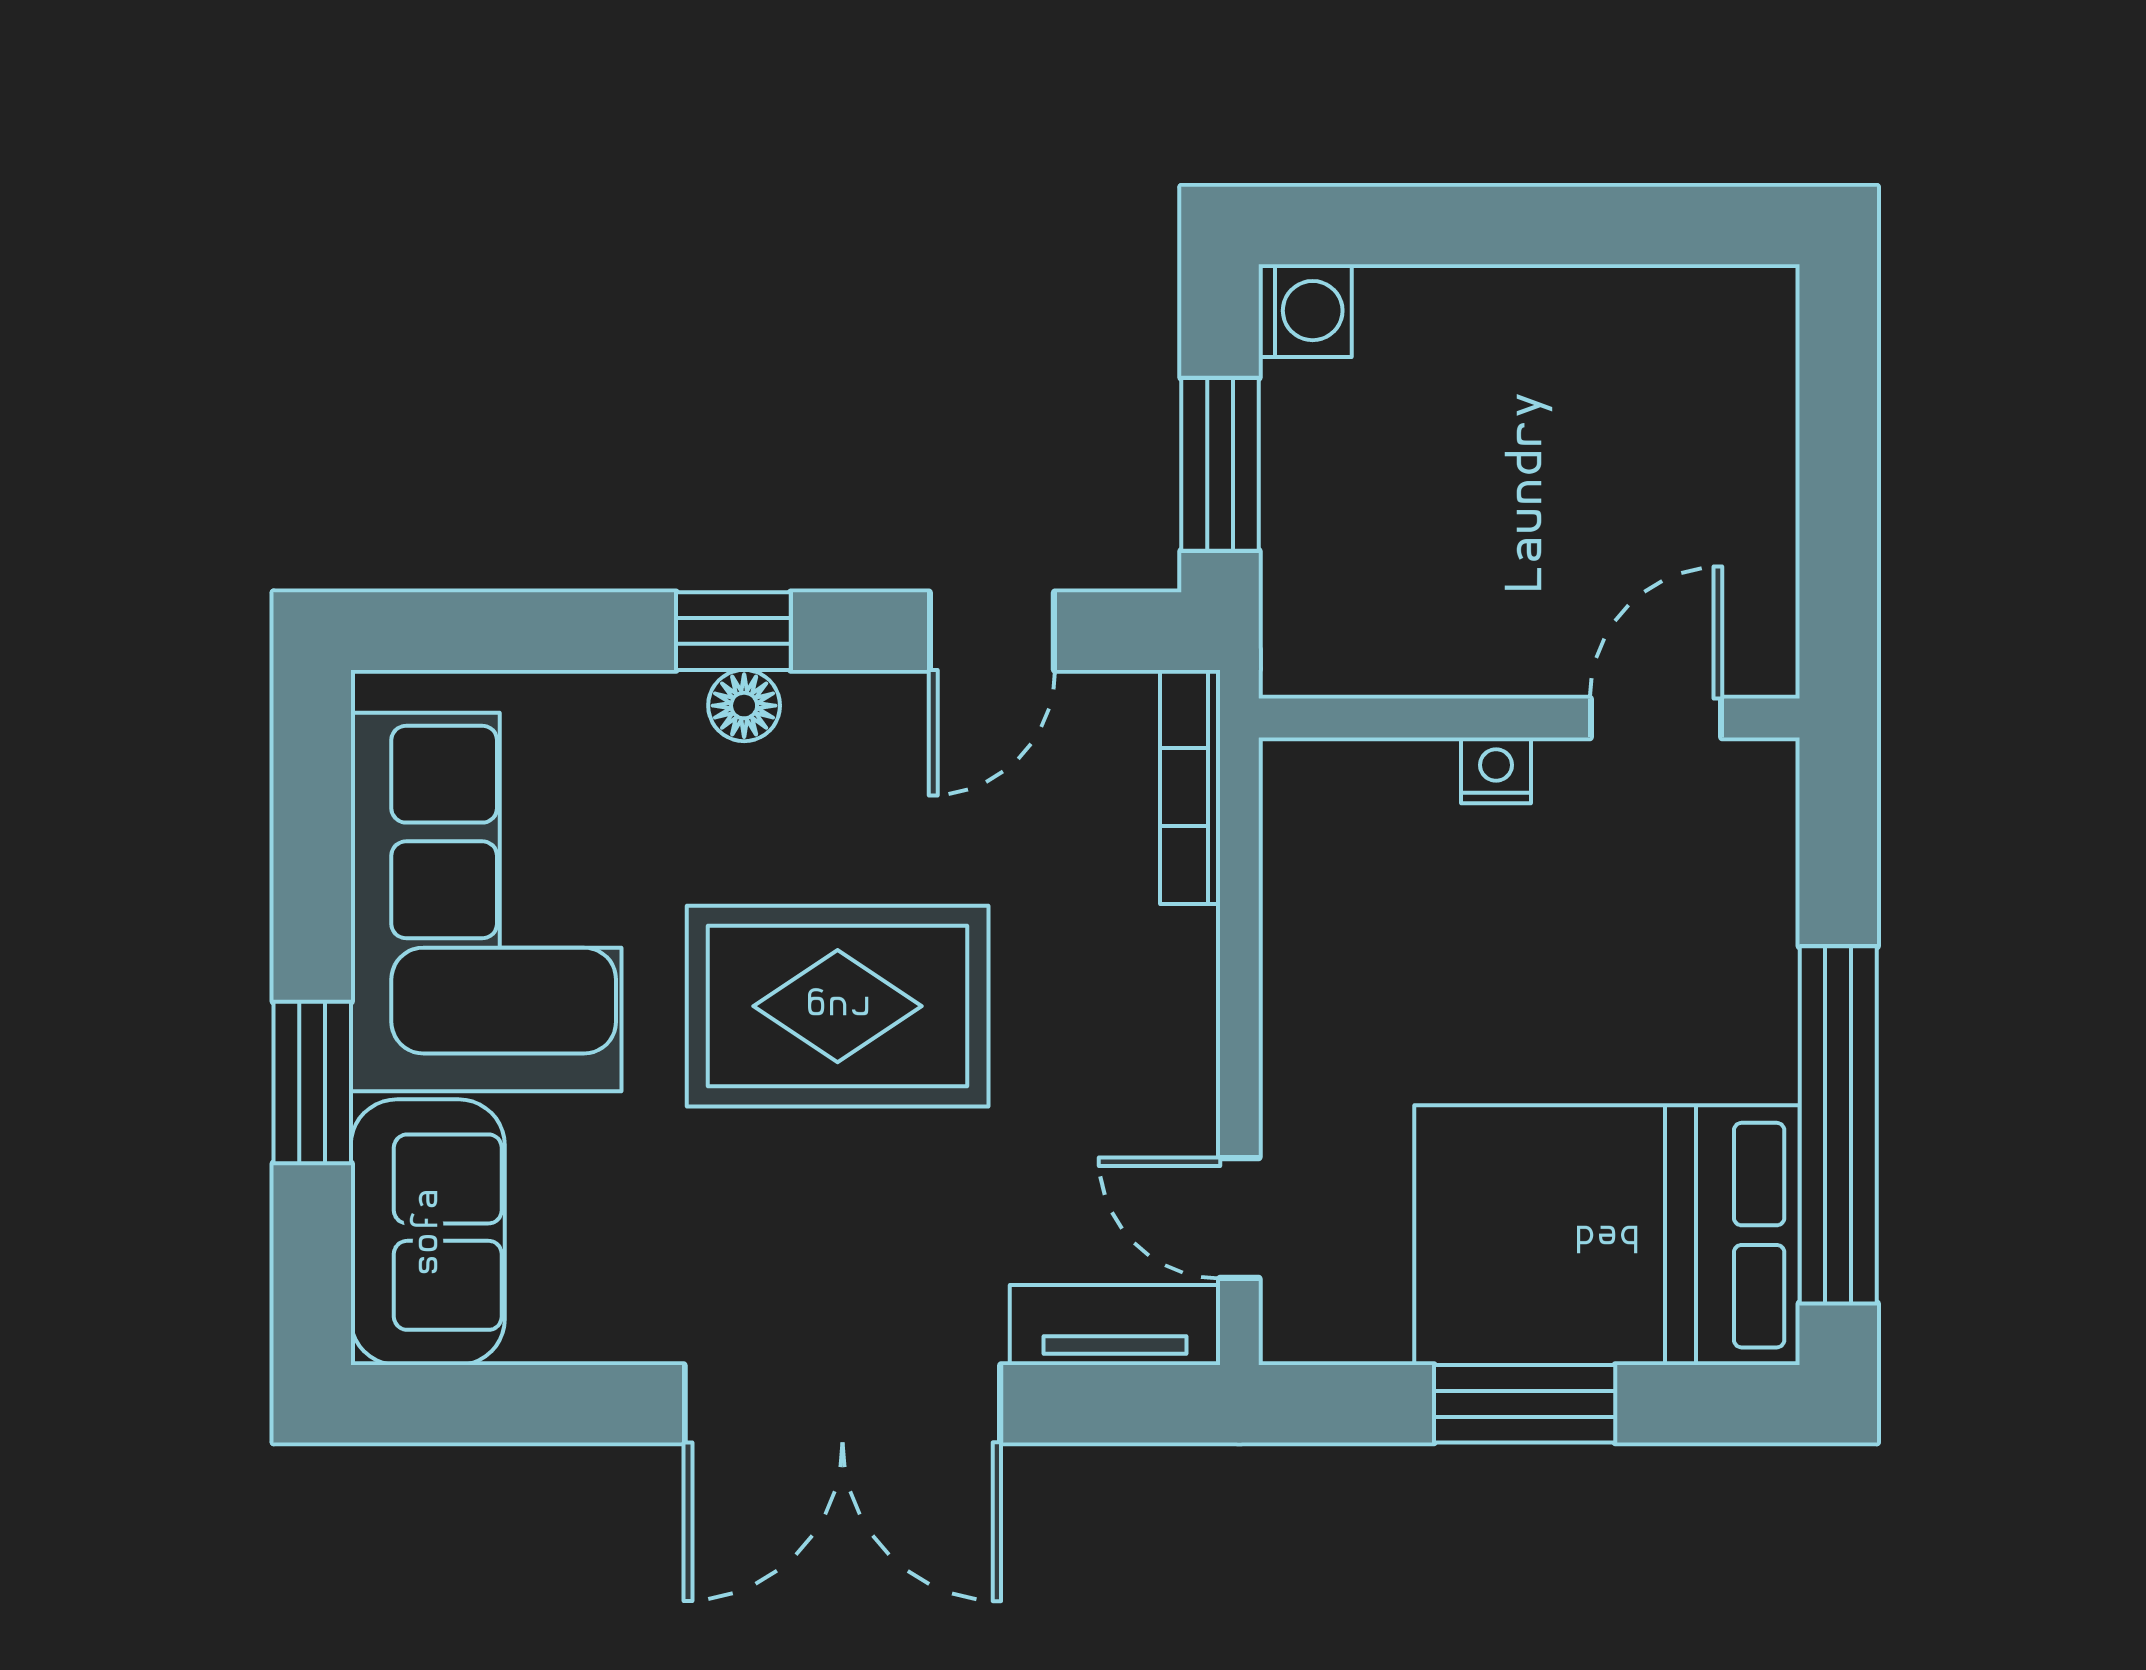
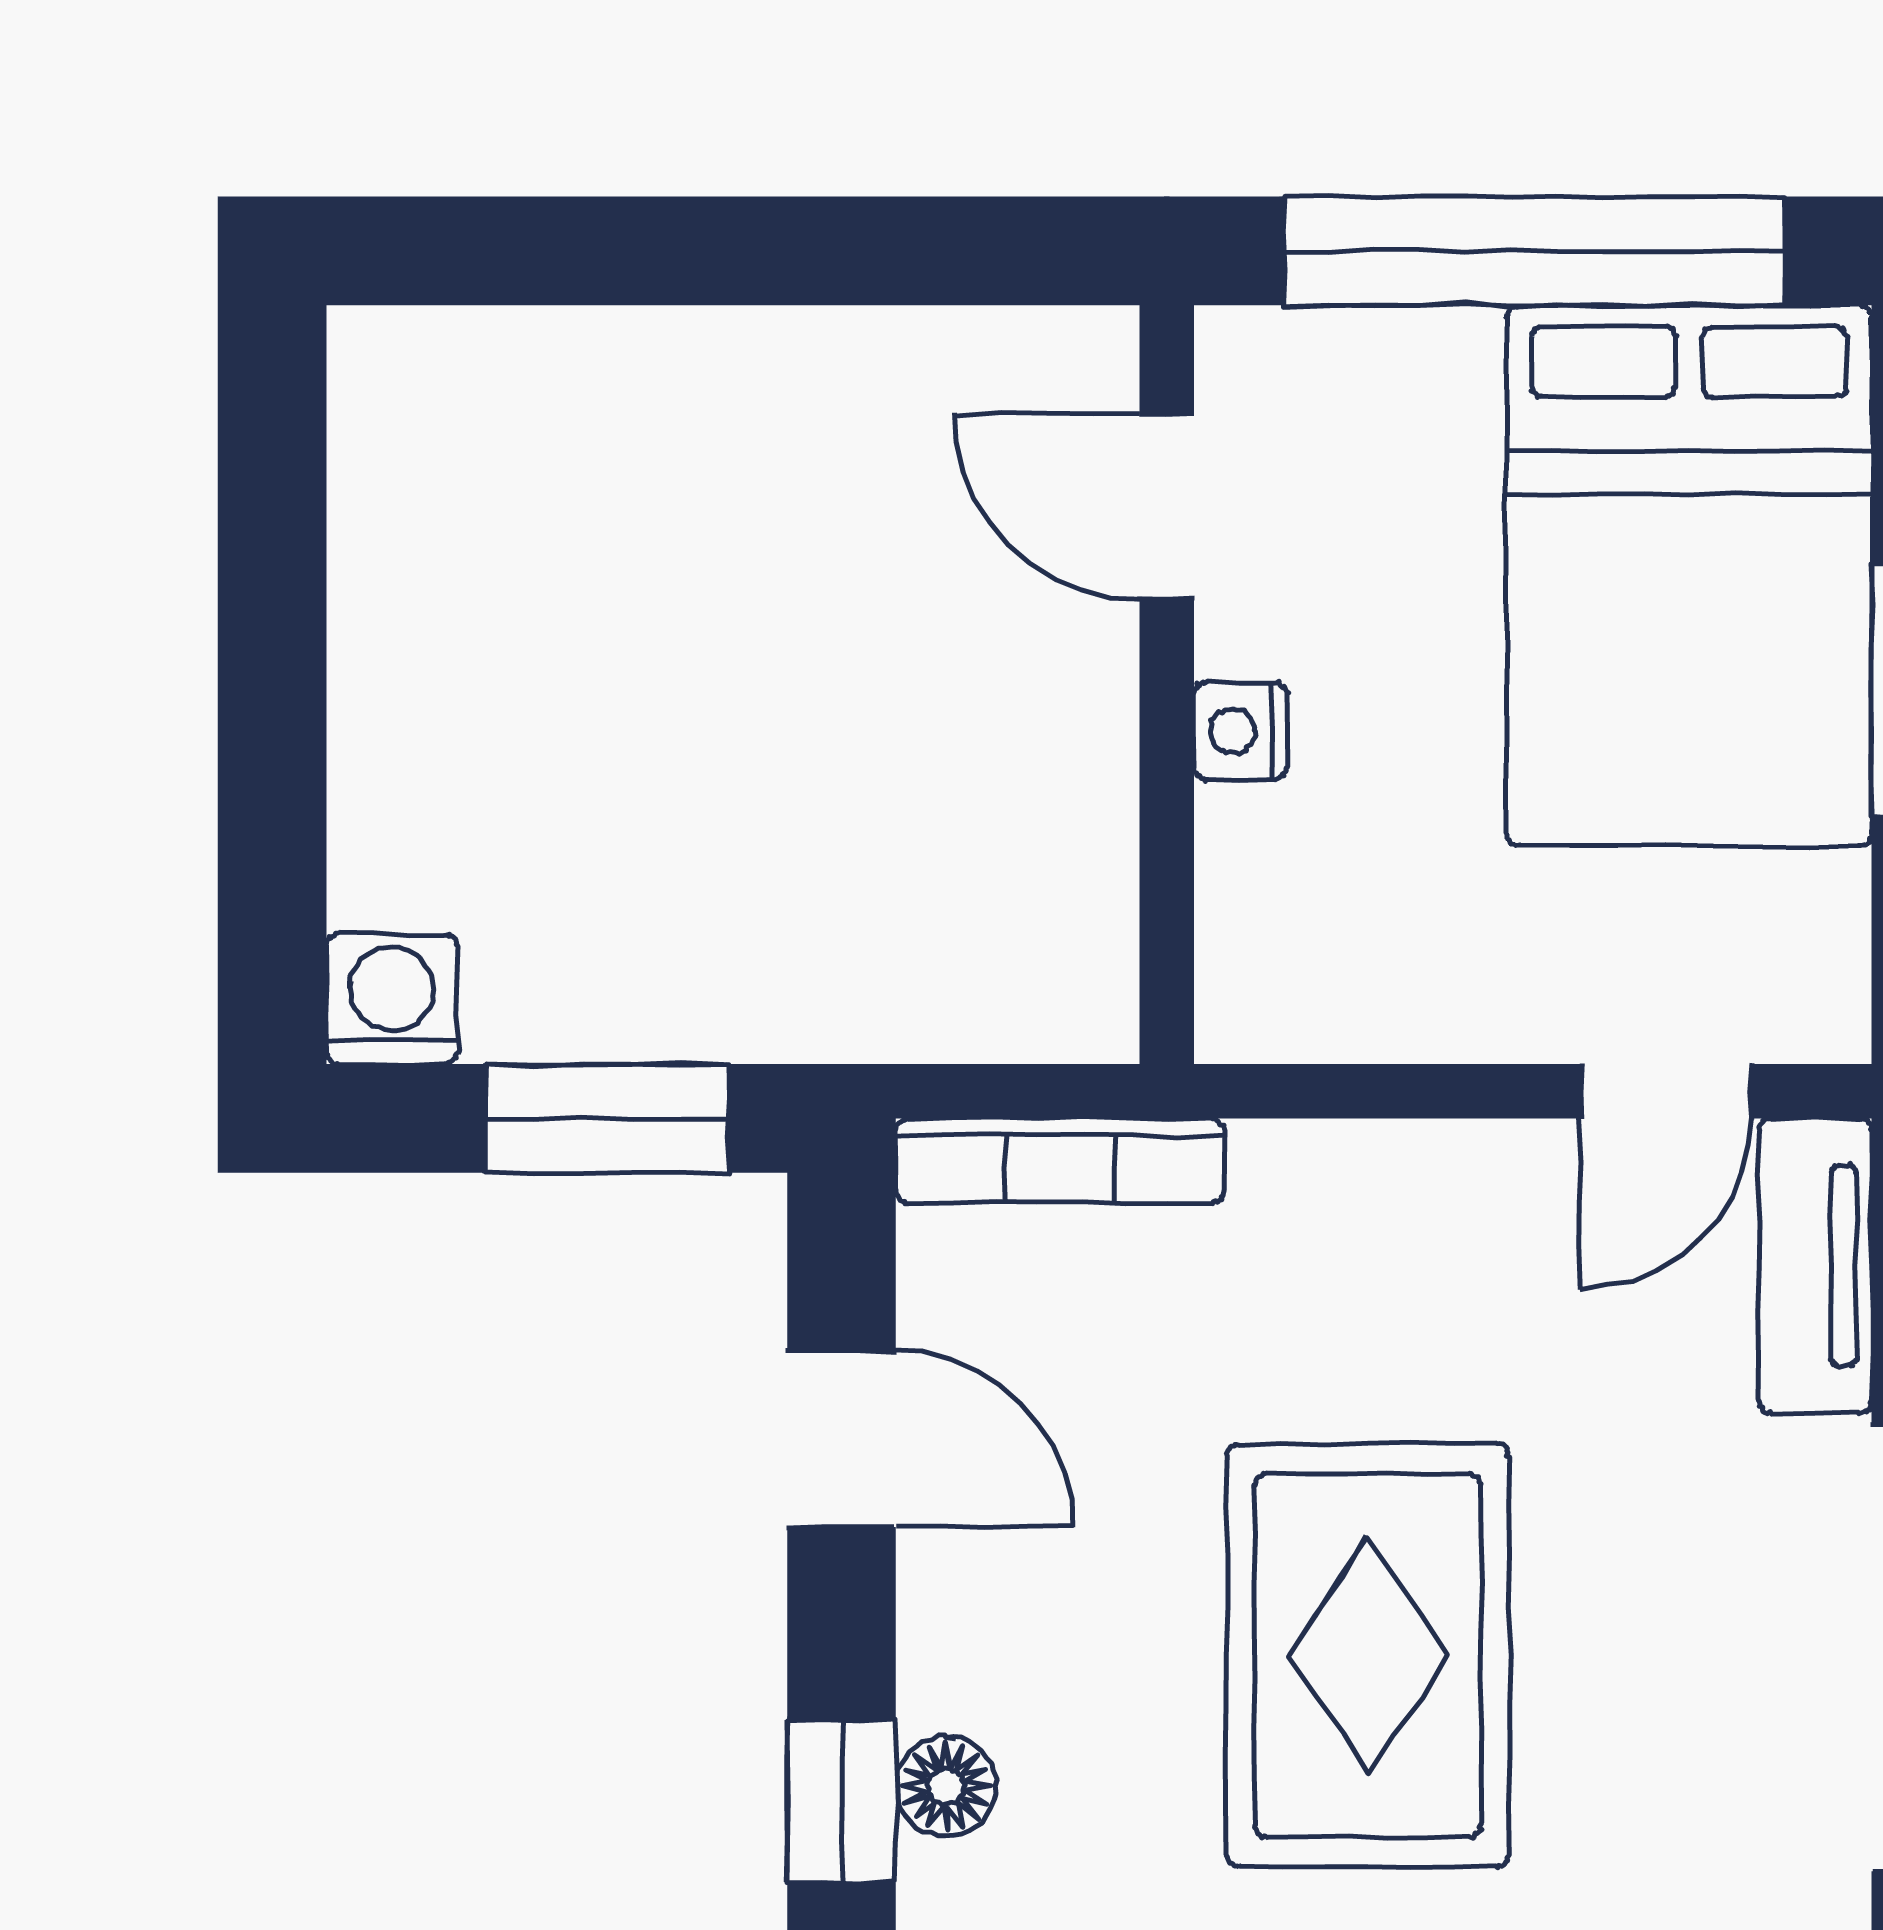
wall: (1529, 718) -> (1167, 685), moved
door: (1656, 718) -> (1167, 507), moved
nightstand: (1496, 770) -> (1240, 731), moved

